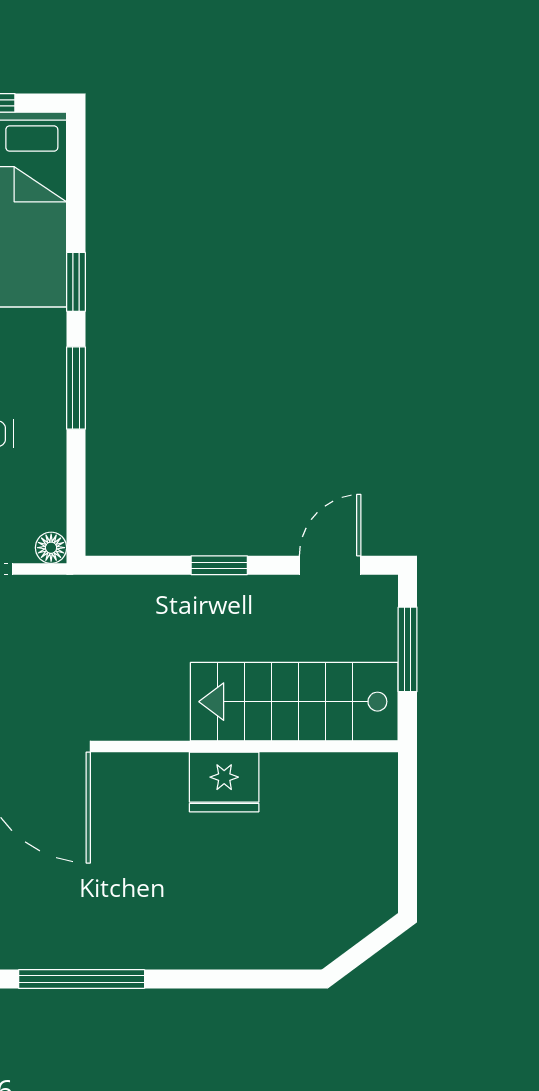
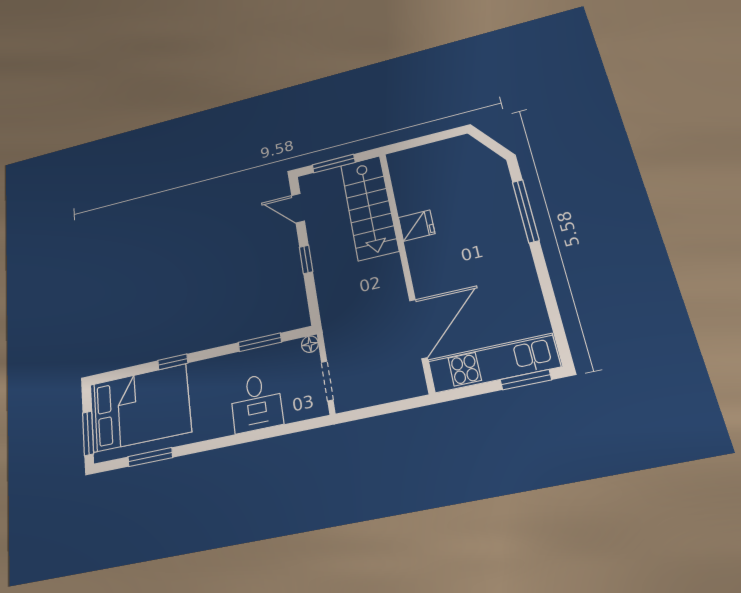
window: (76, 388) -> (260, 342), moved
fridge: (224, 782) -> (417, 226), width x0.72
window: (82, 979) -> (526, 211), moved

